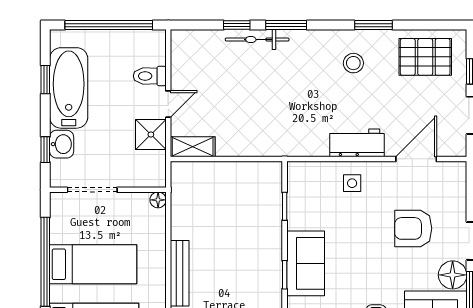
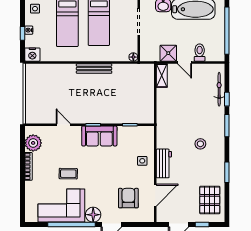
bicycle: (257, 40) -> (219, 89), moved
stool: (353, 63) -> (200, 144), moved
door: (416, 159) -> (155, 195), hinge flipped
armchair: (413, 228) -> (128, 198), moved

